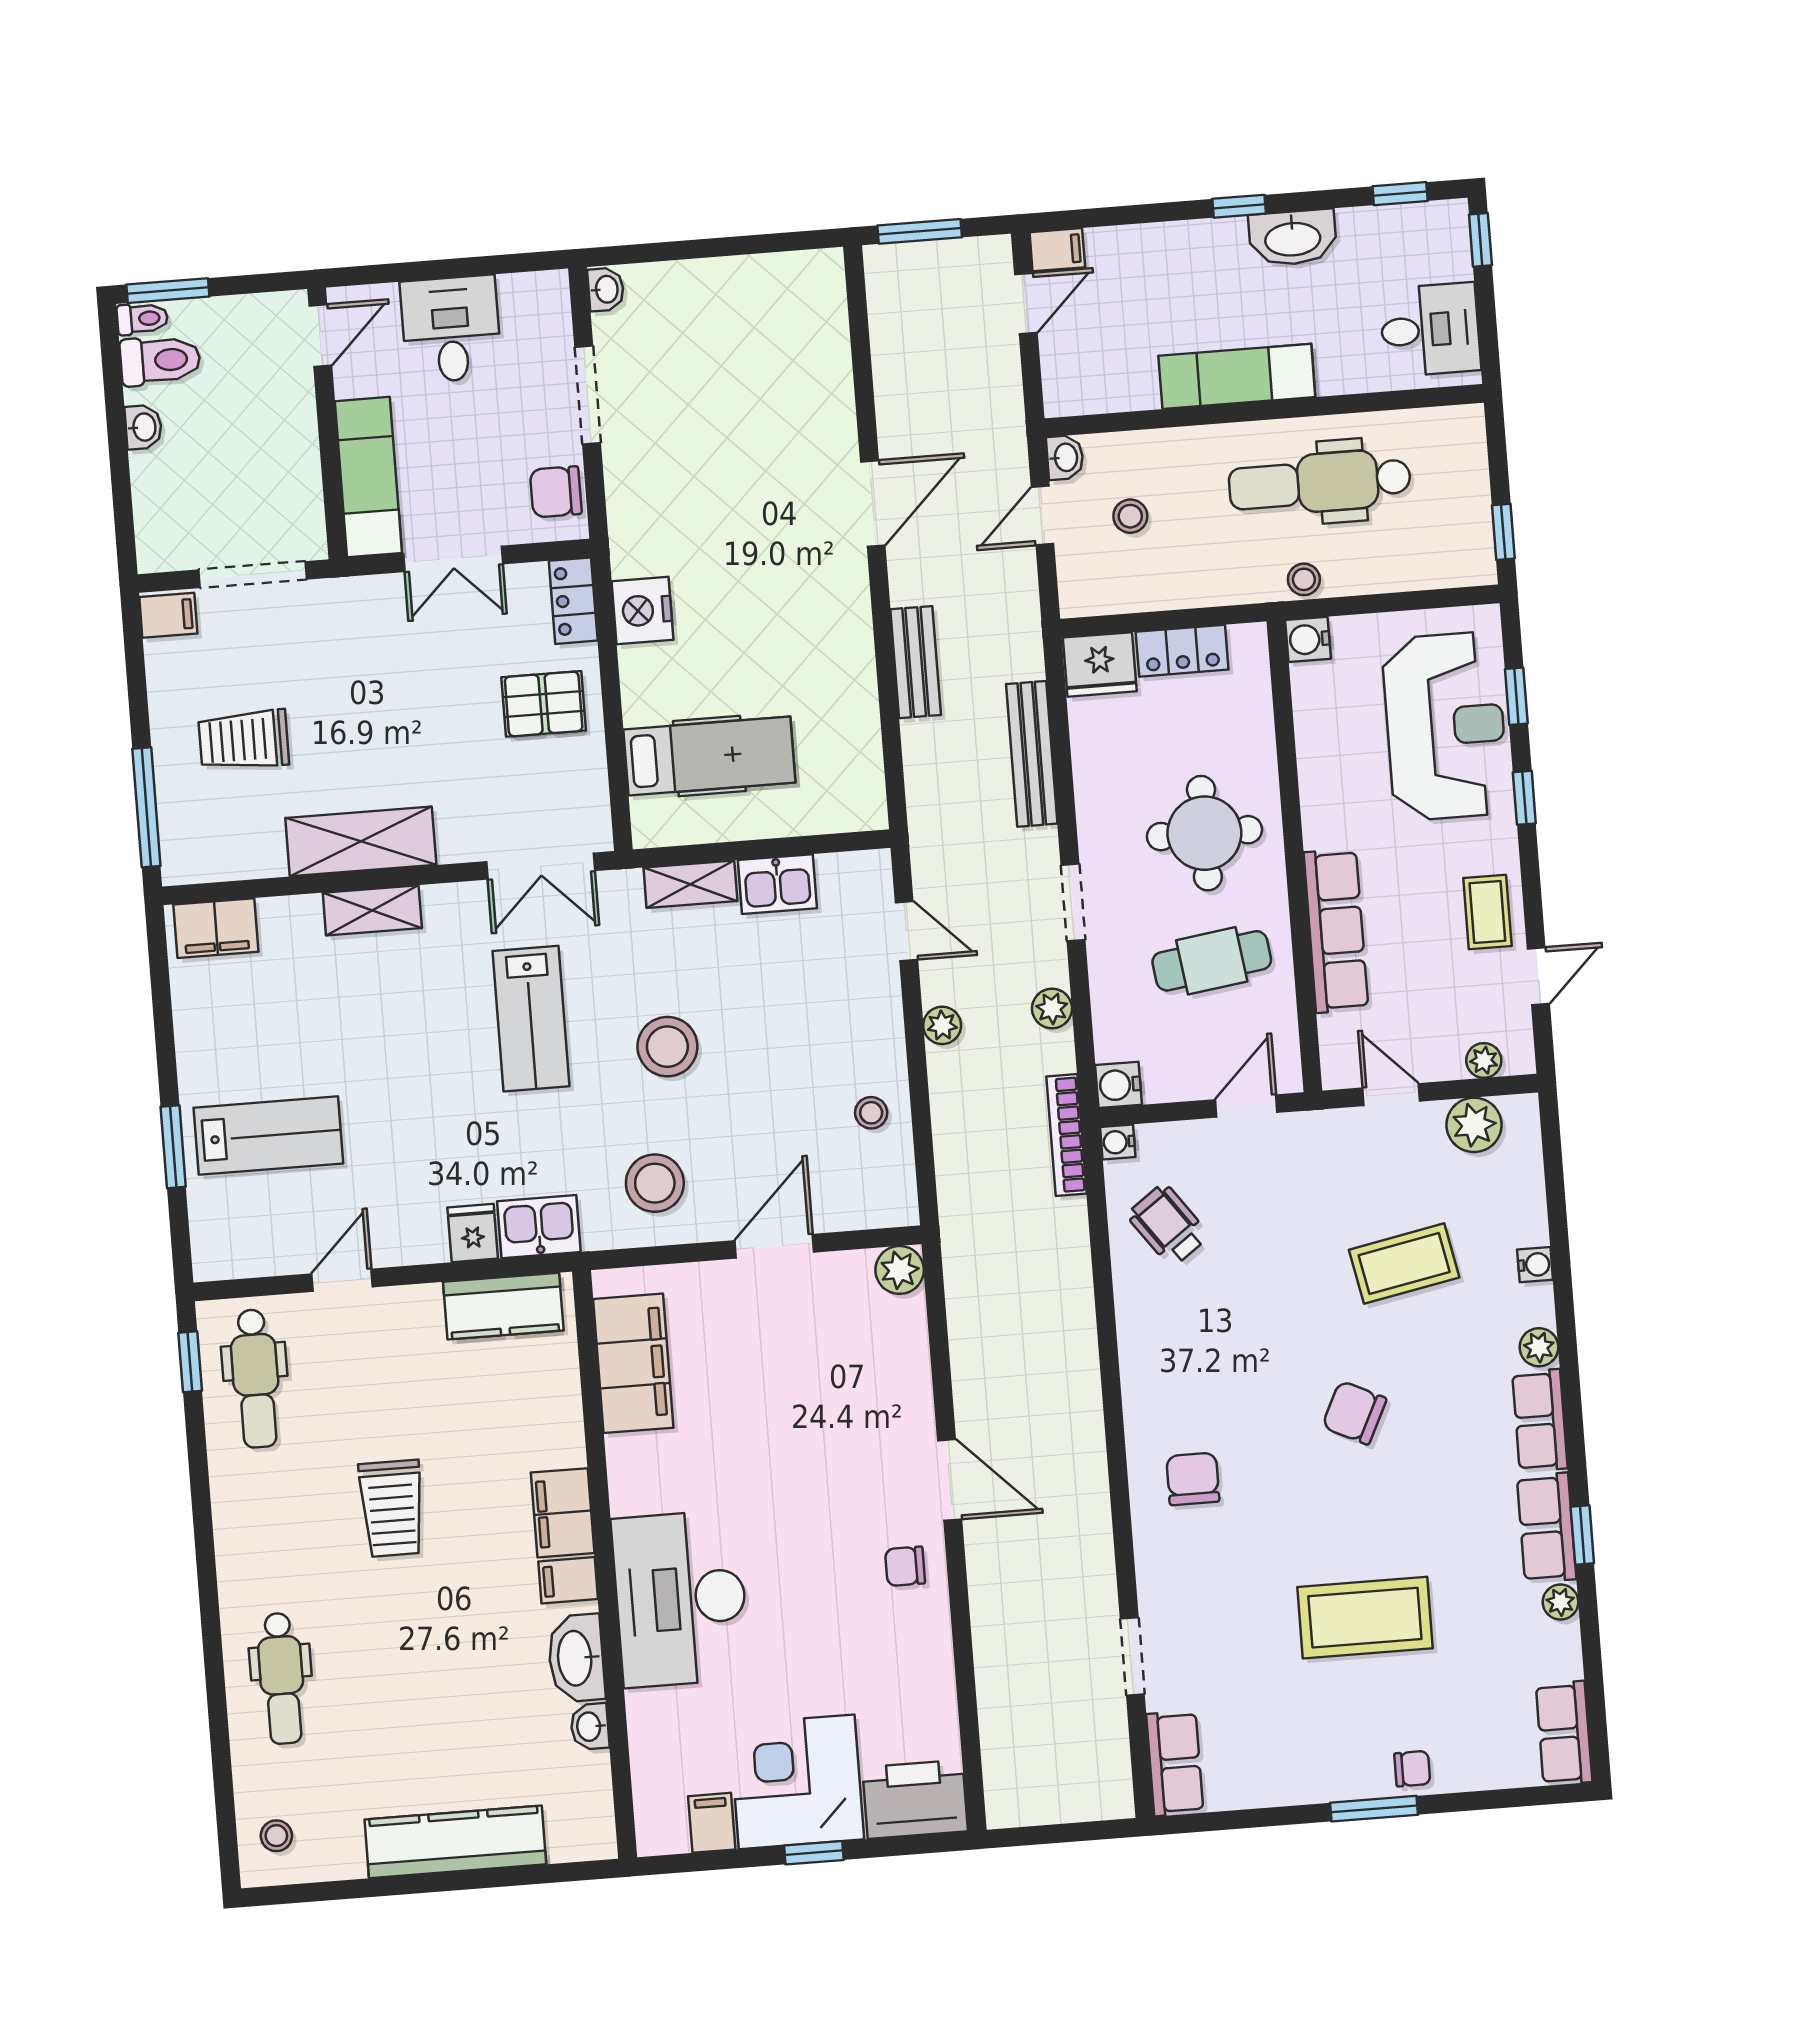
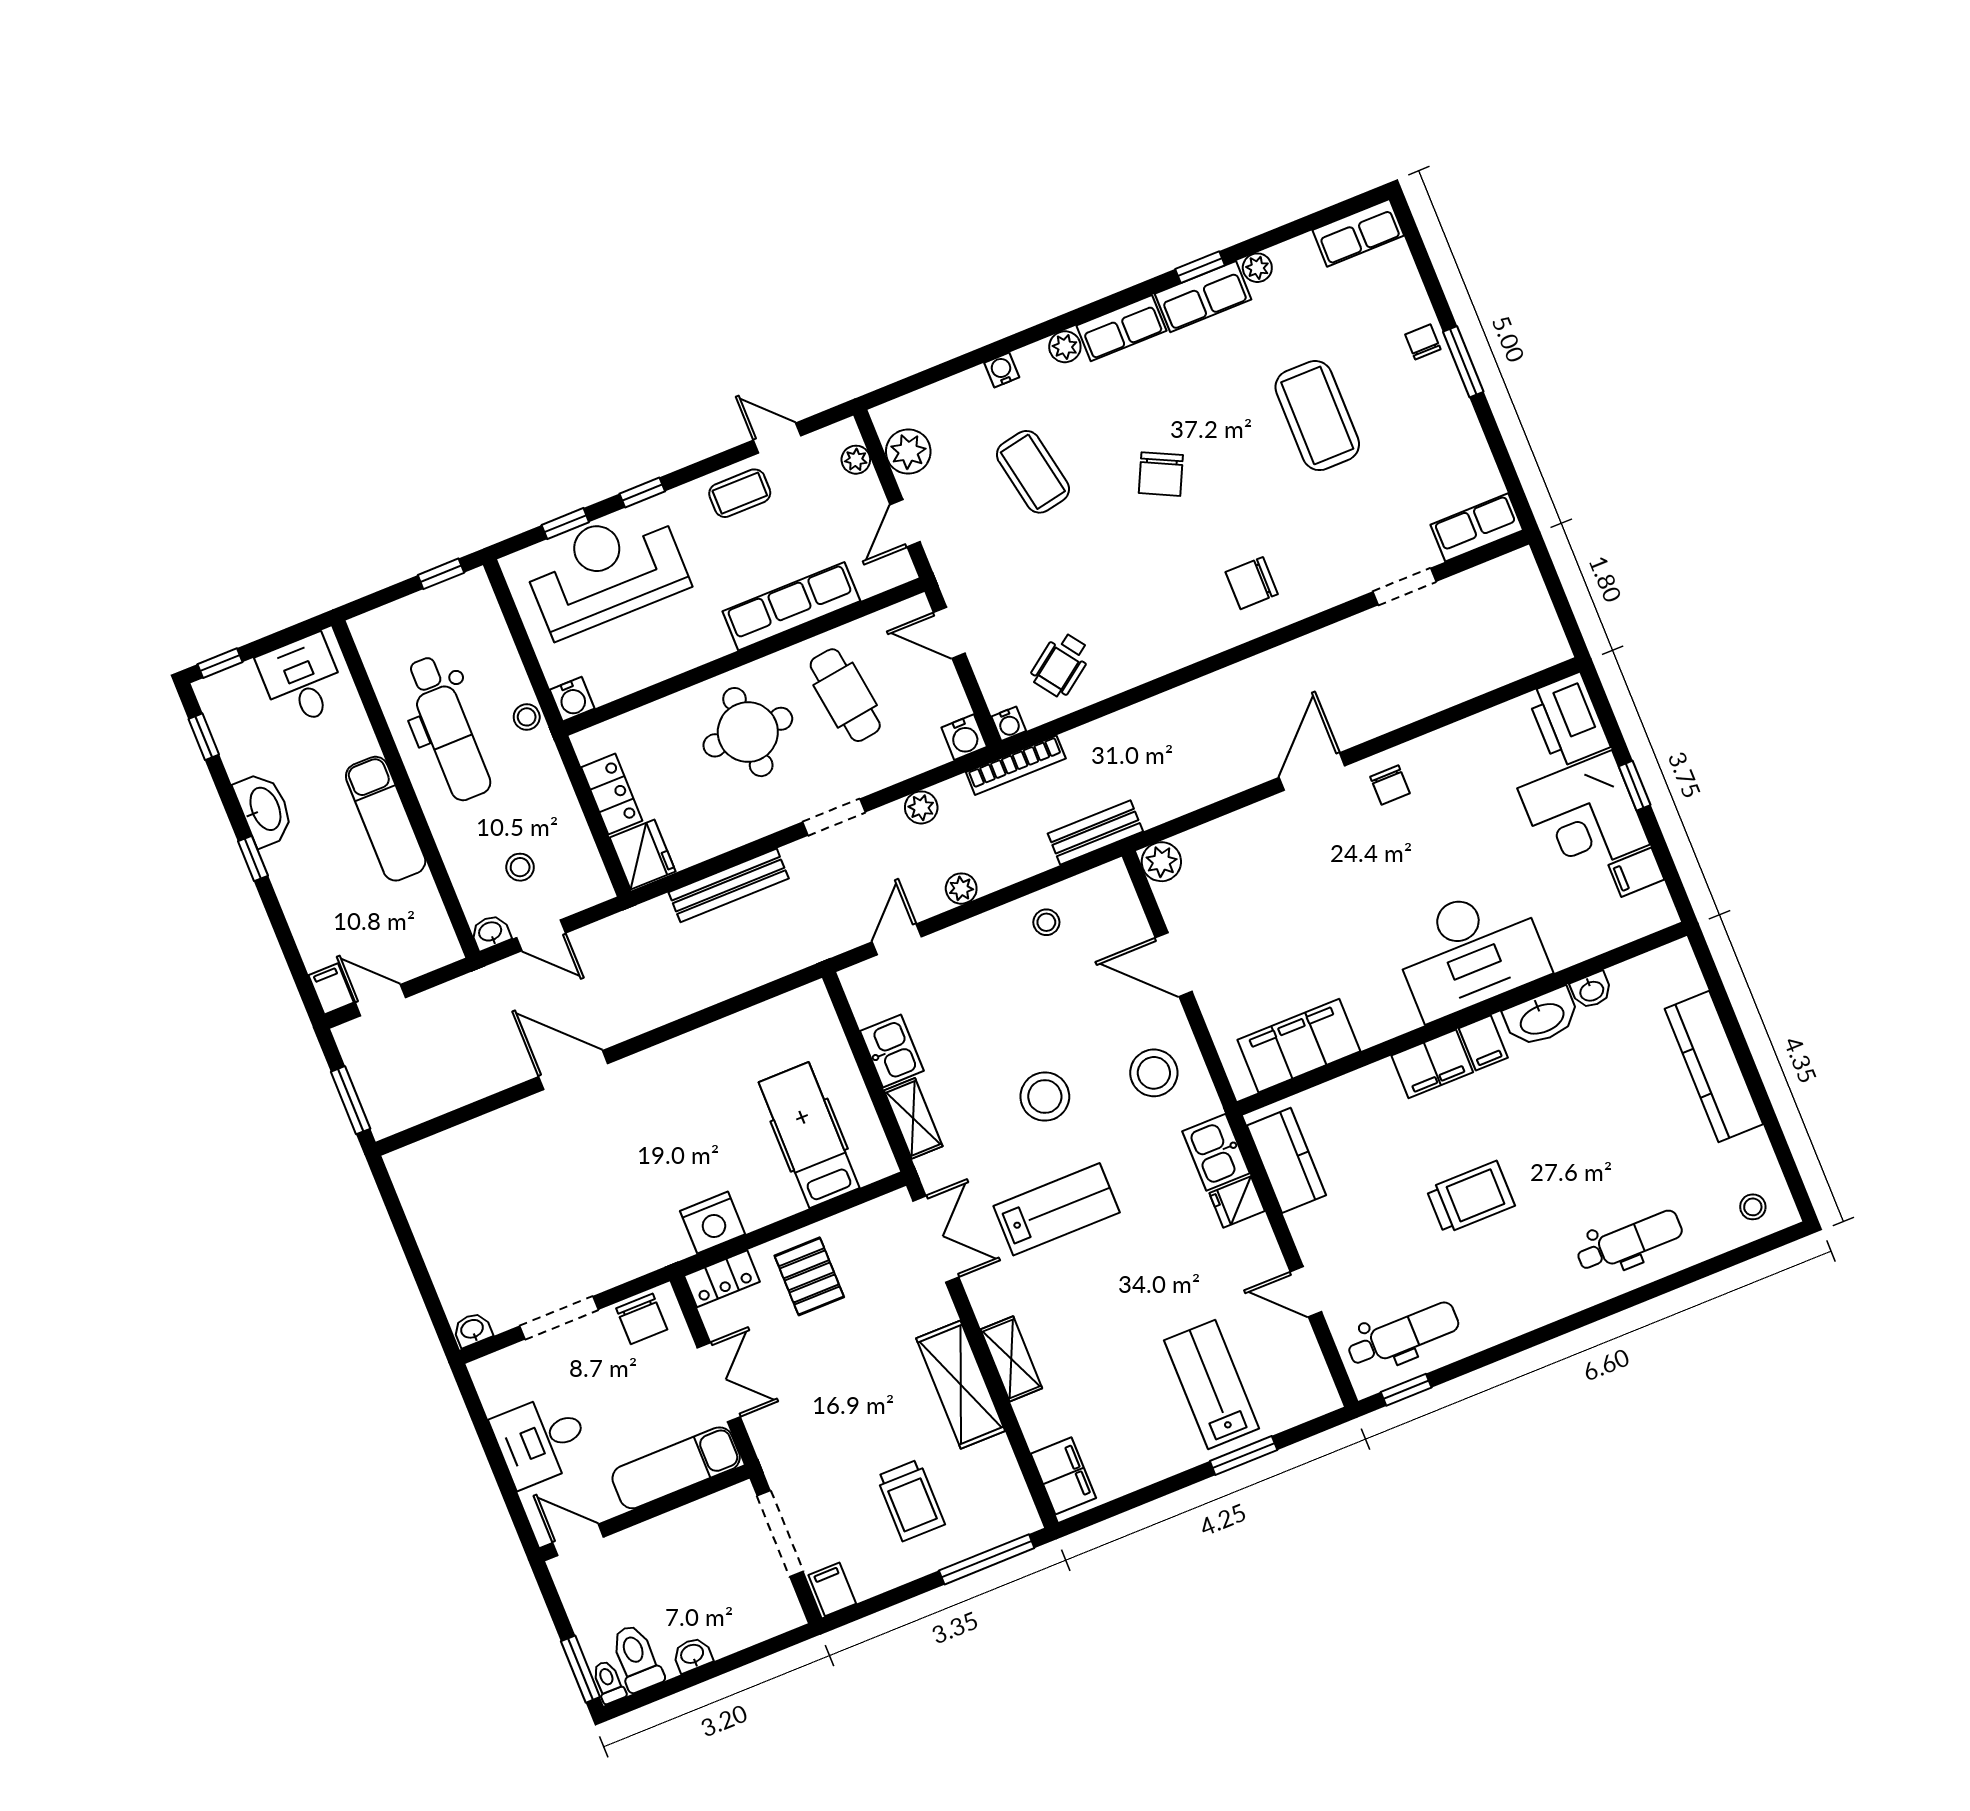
bench: (916, 662) -> (1095, 833), moved

